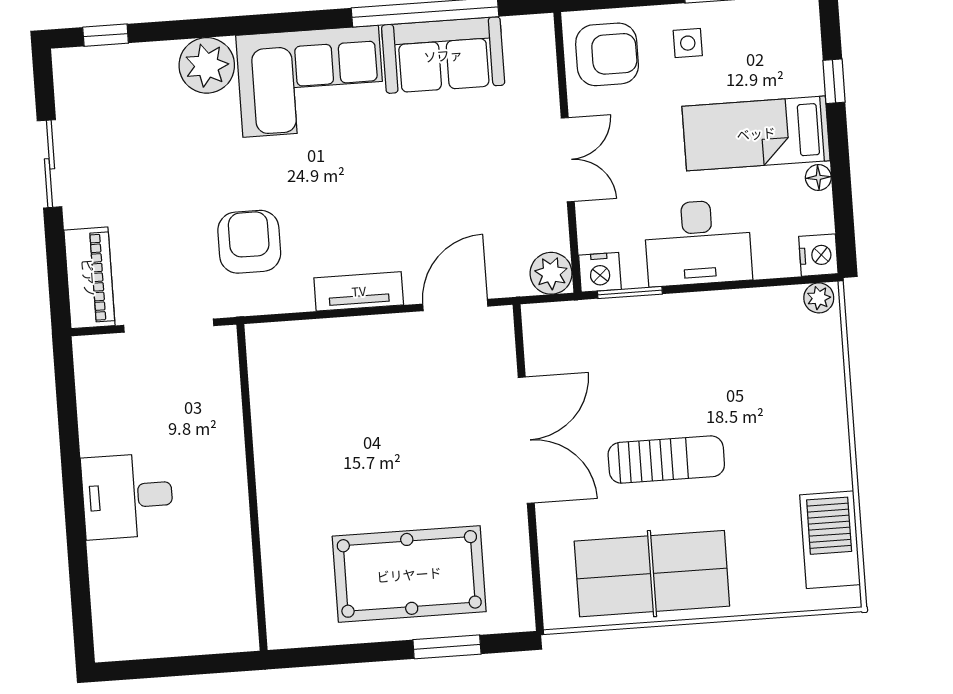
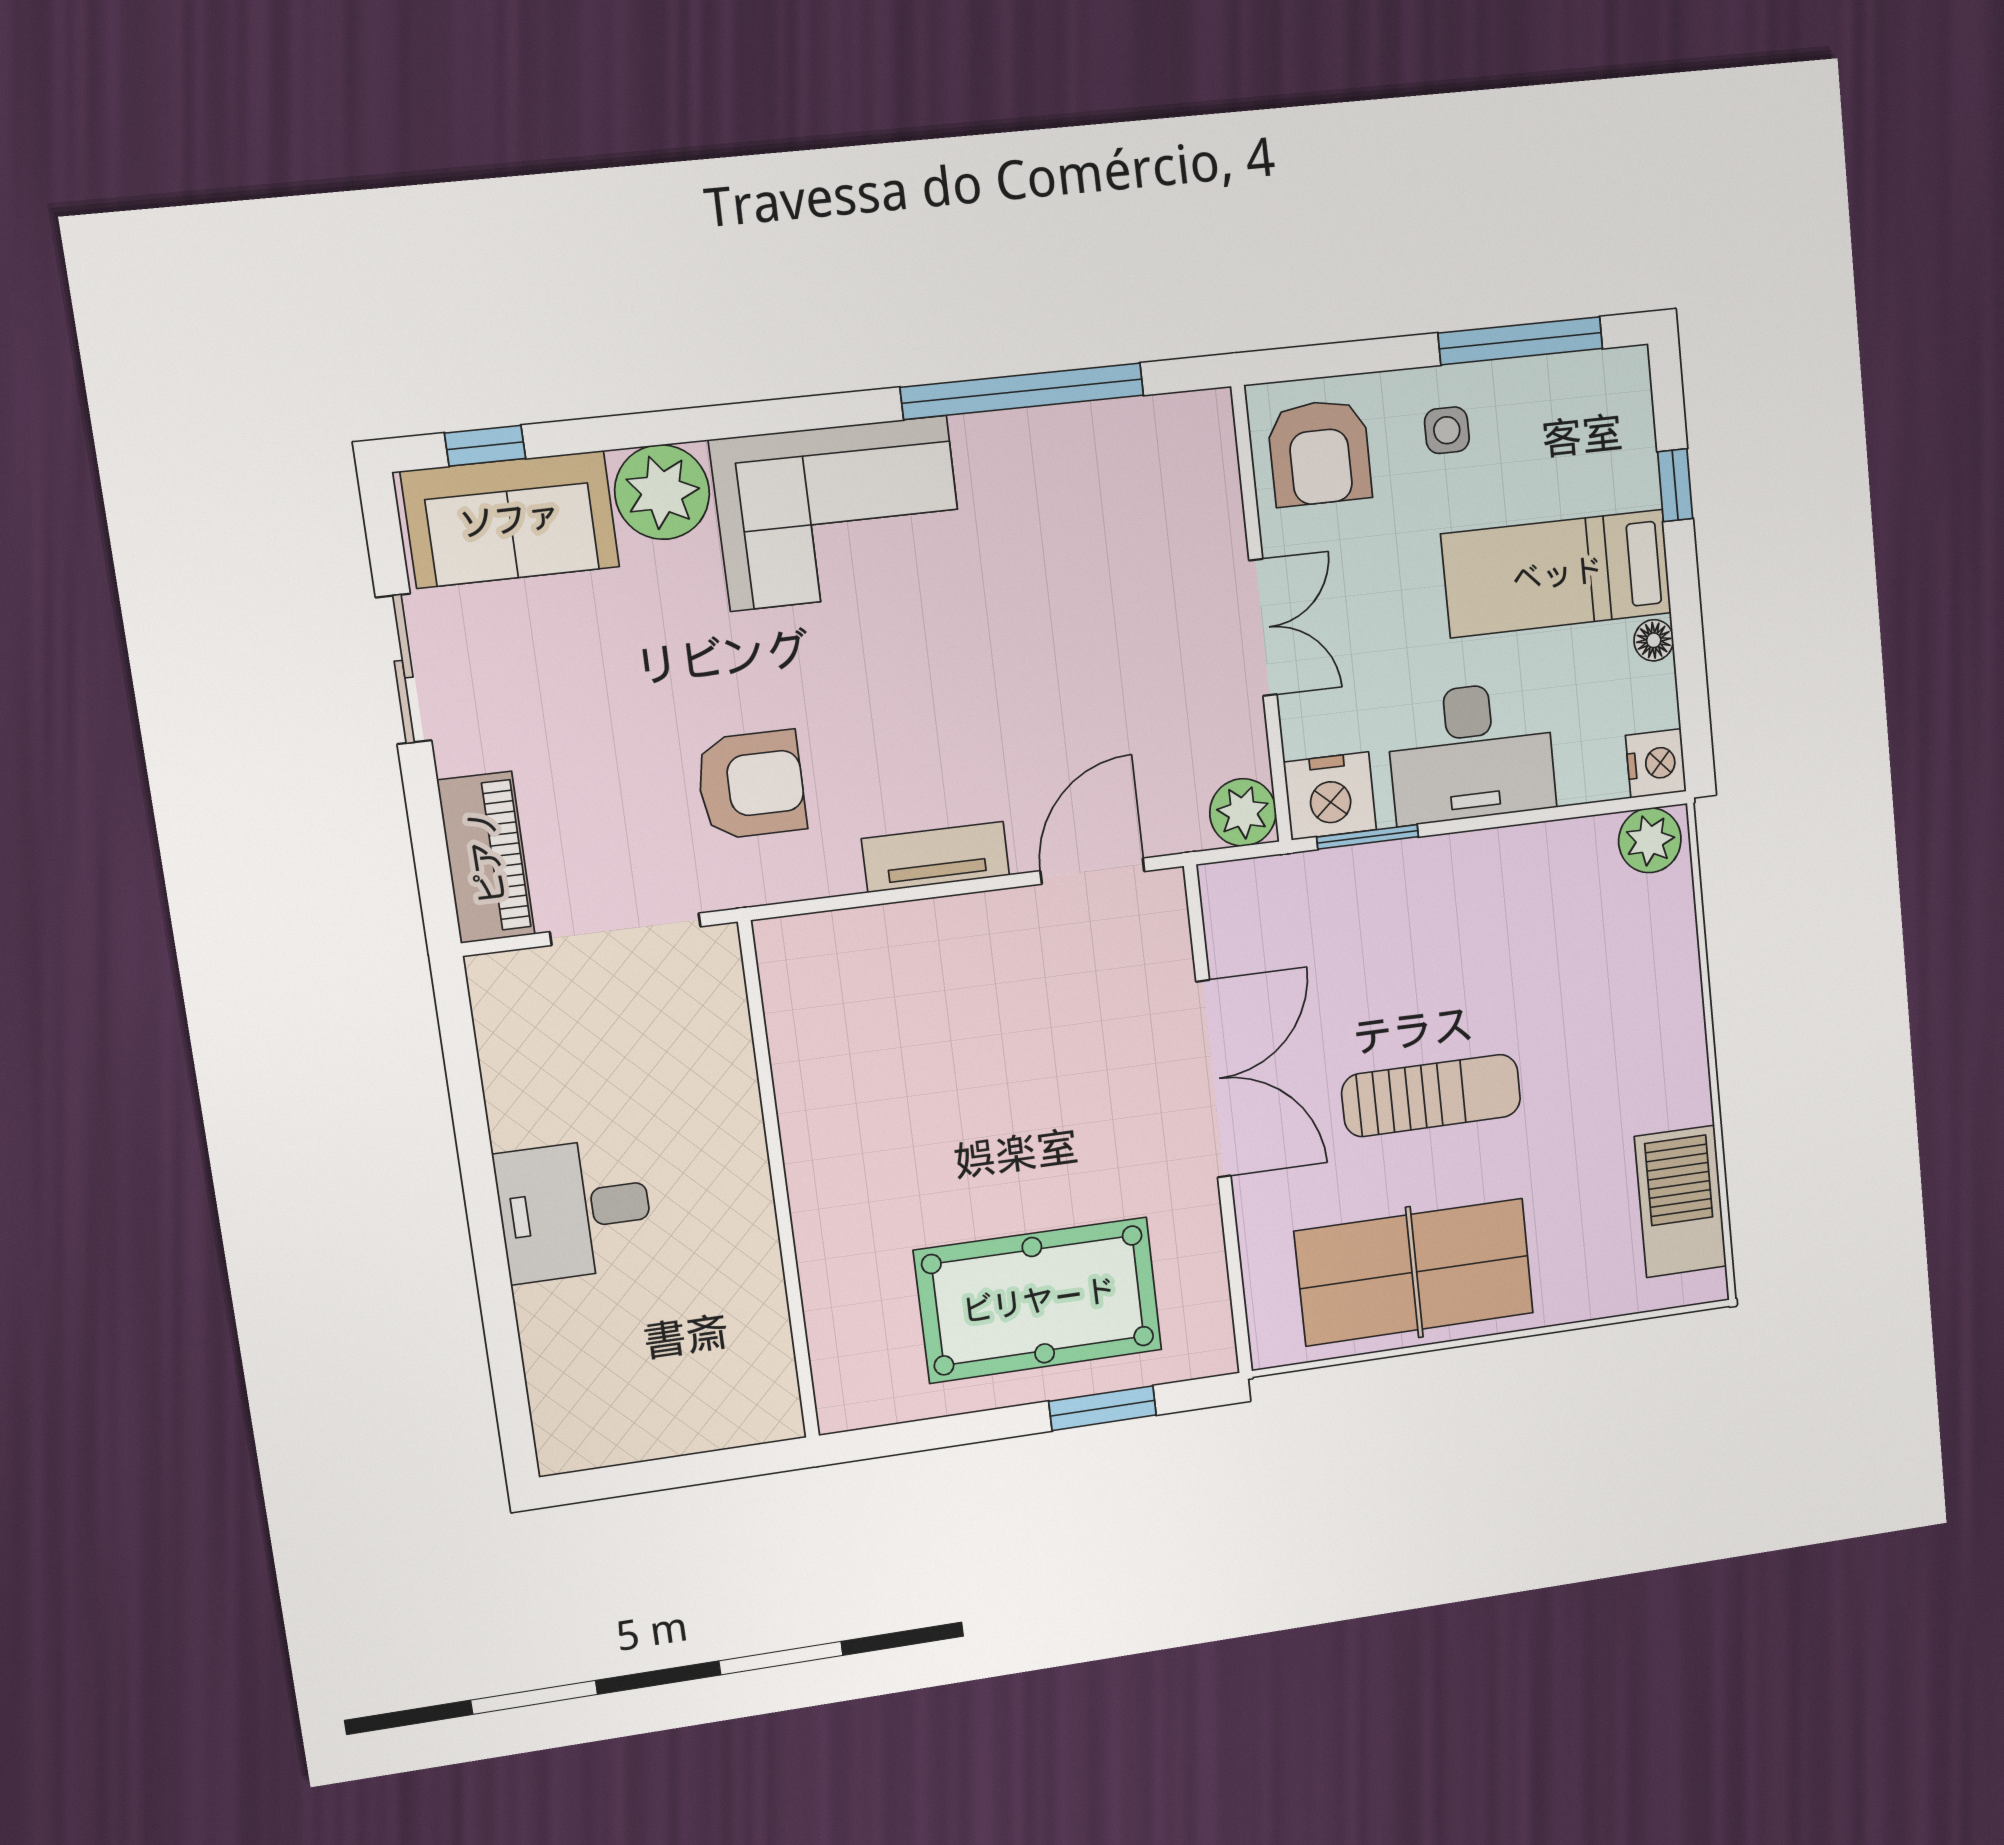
armchair: (607, 54) -> (1320, 453), turned 90
sofa: (443, 55) -> (510, 519), moved
armchair: (249, 242) -> (751, 785), turned 90
nightstand: (600, 272) -> (1330, 796), width x1.36, depth x1.33
plant: (819, 298) -> (1650, 840), width x1.38, depth x1.38

